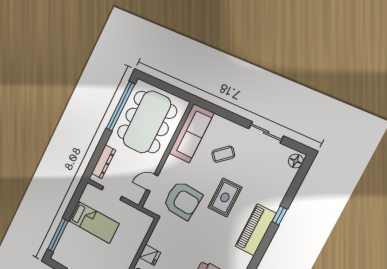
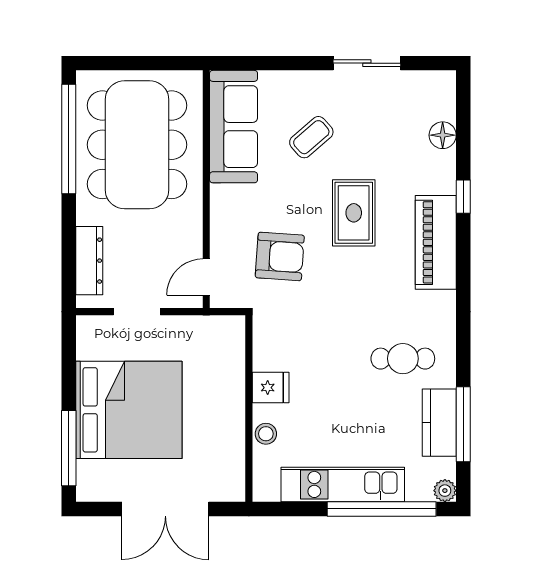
floor lamp: (296, 161) -> (443, 135), moved
door: (152, 183) -> (206, 277), moved
armchair: (182, 200) -> (280, 256), width x0.73, depth x0.73
bed: (93, 222) -> (129, 410), width x2.04

